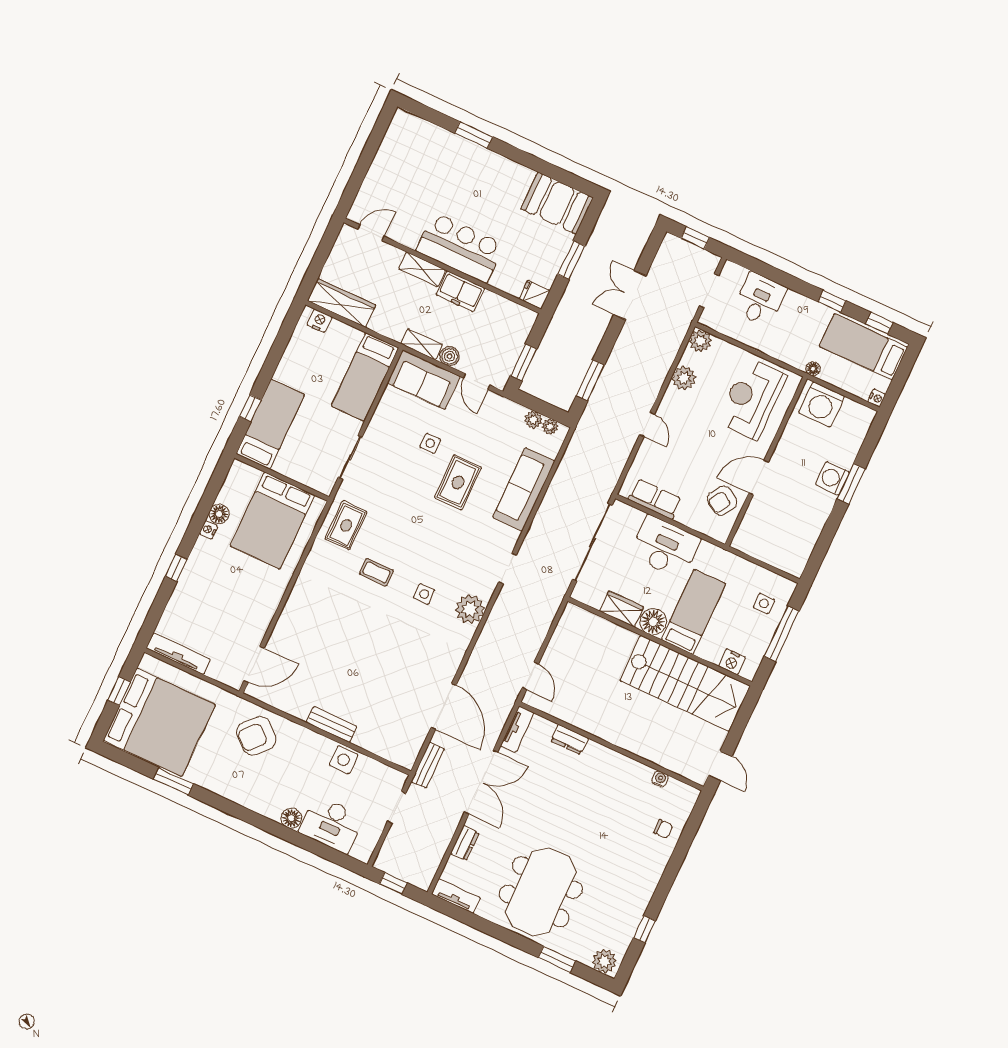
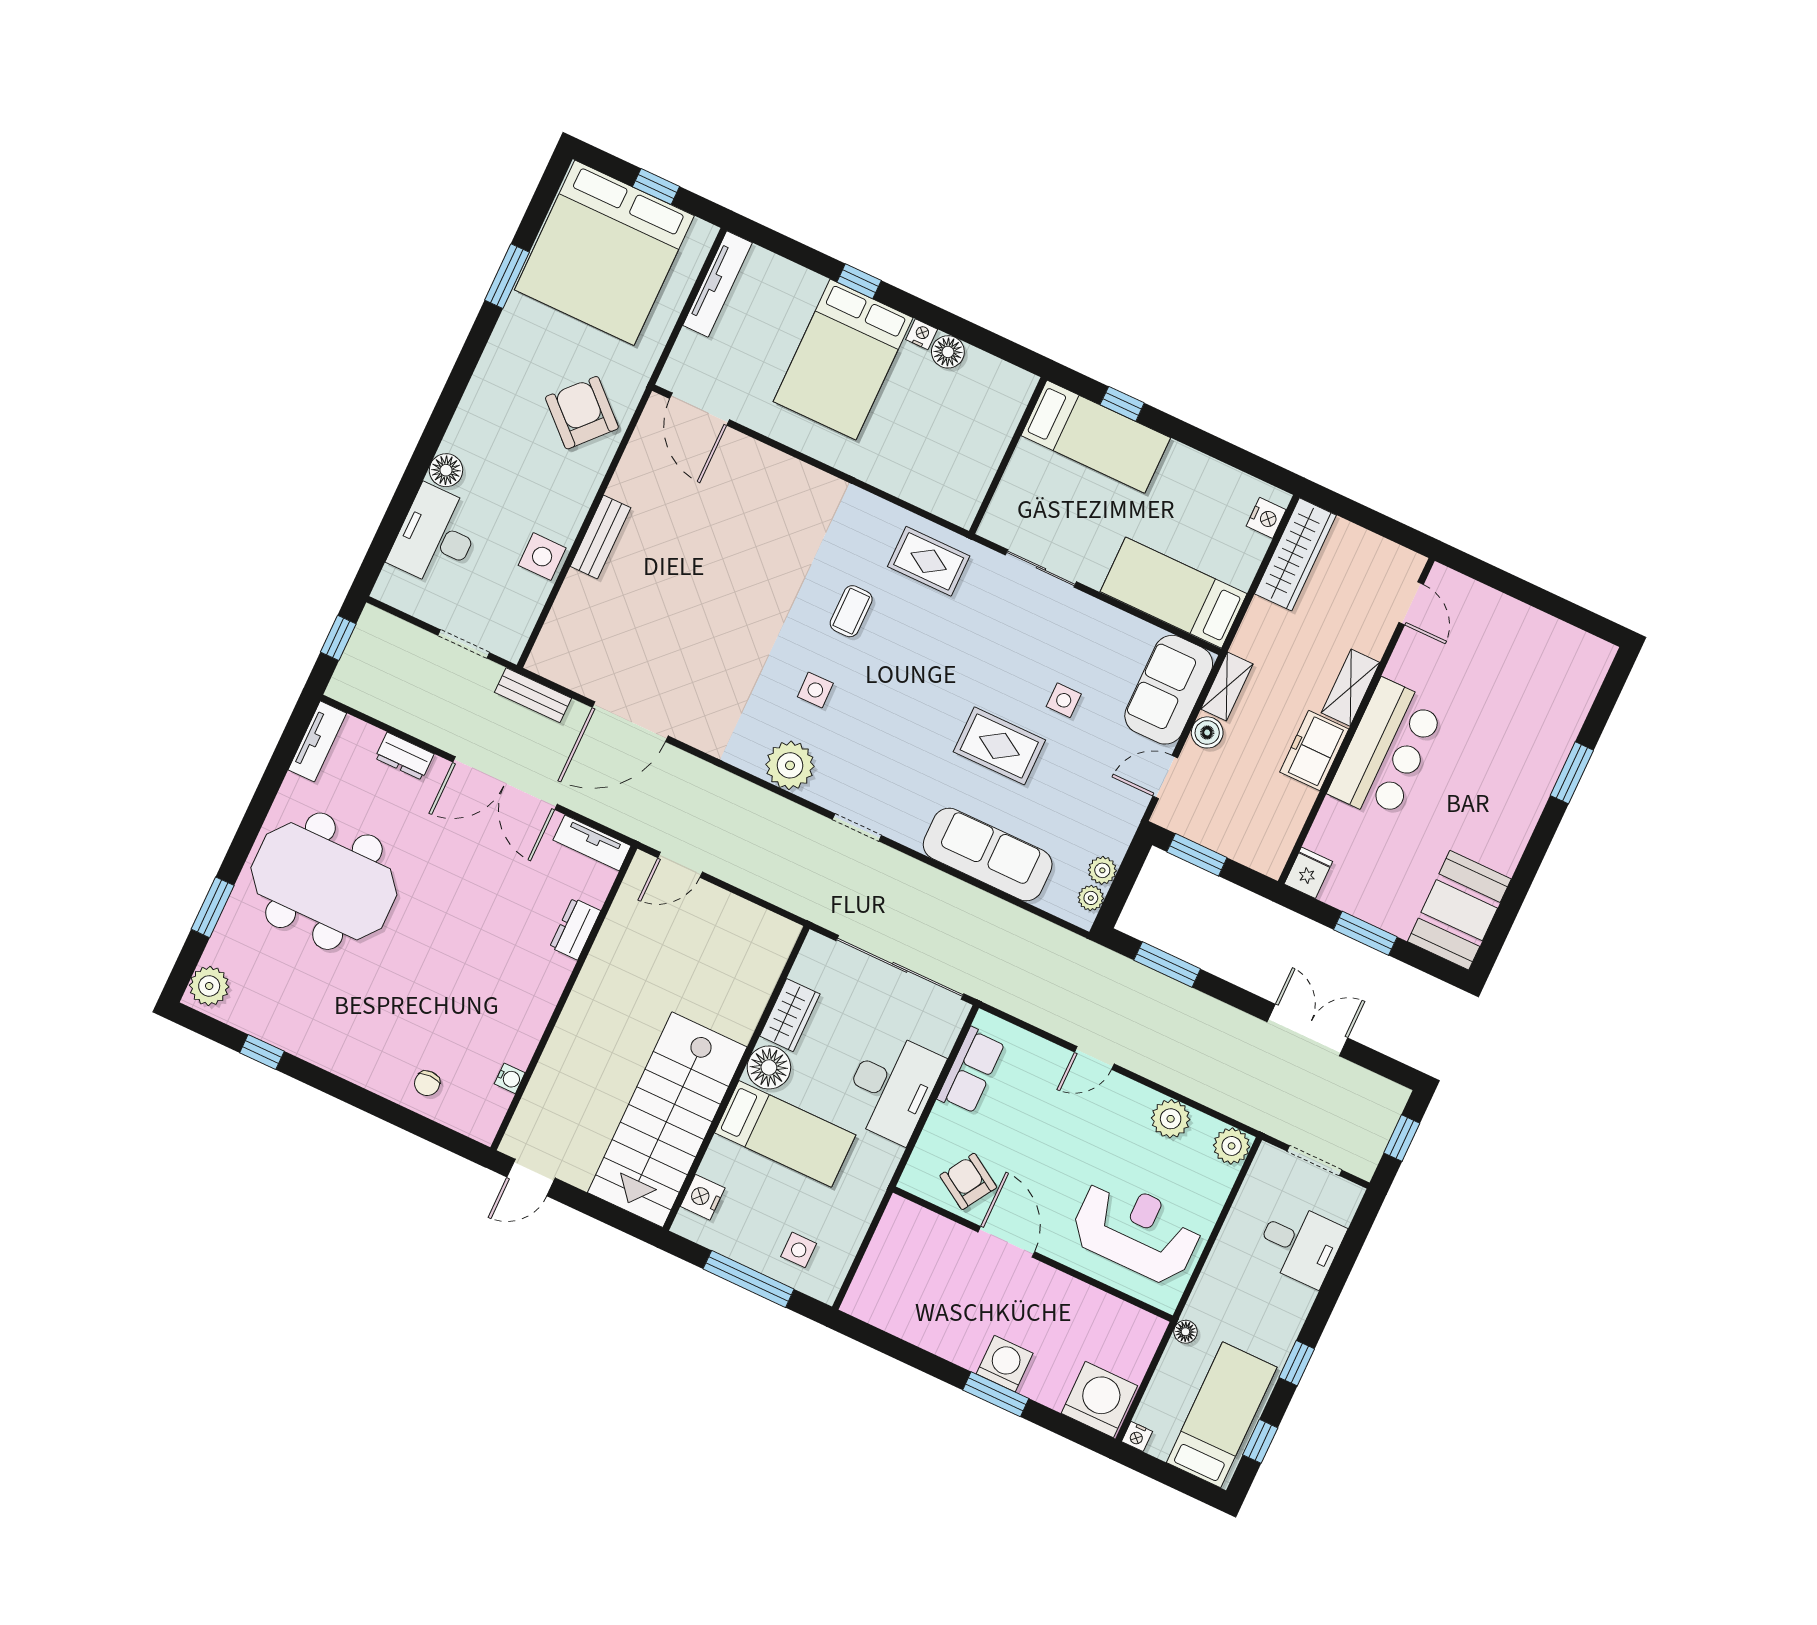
washing machine: (822, 404) -> (1099, 1400), moved, turned 90
bed: (272, 520) -> (843, 360), moved, turned -90

